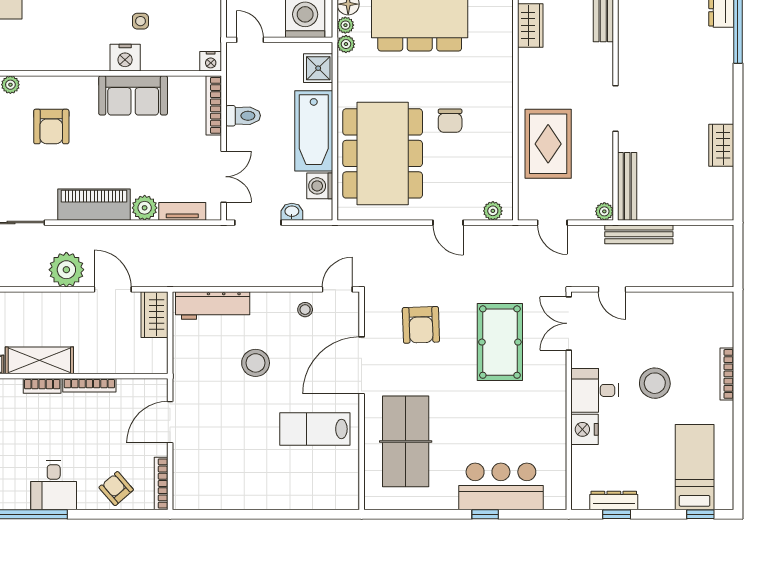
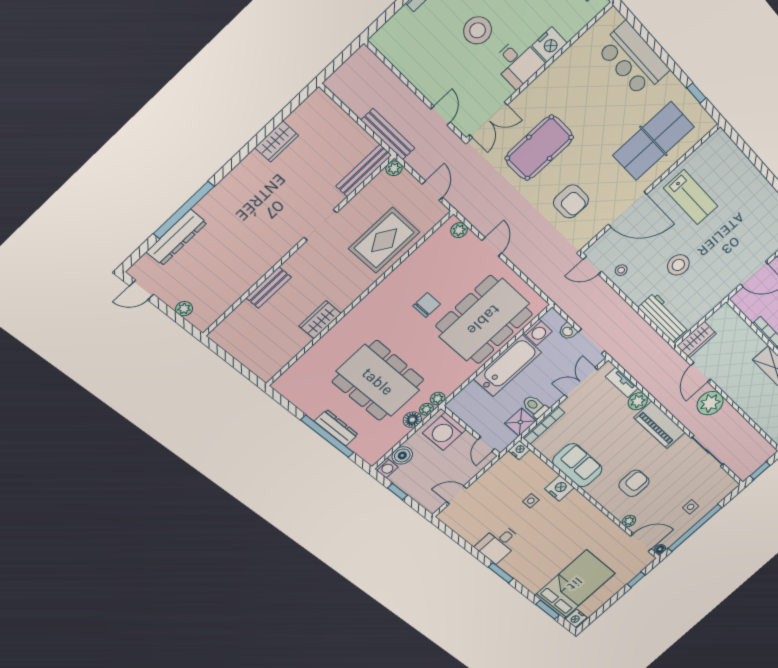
shower: (318, 68) -> (520, 422), moved
armchair: (421, 325) -> (571, 201), turned 92
window: (485, 514) -> (696, 93), moved

